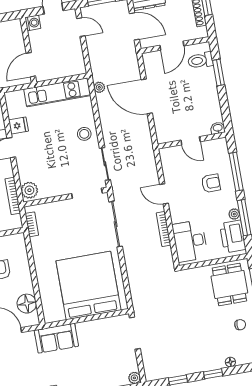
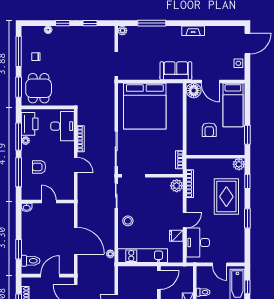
floor lamp: (27, 304) -> (194, 91), moved

